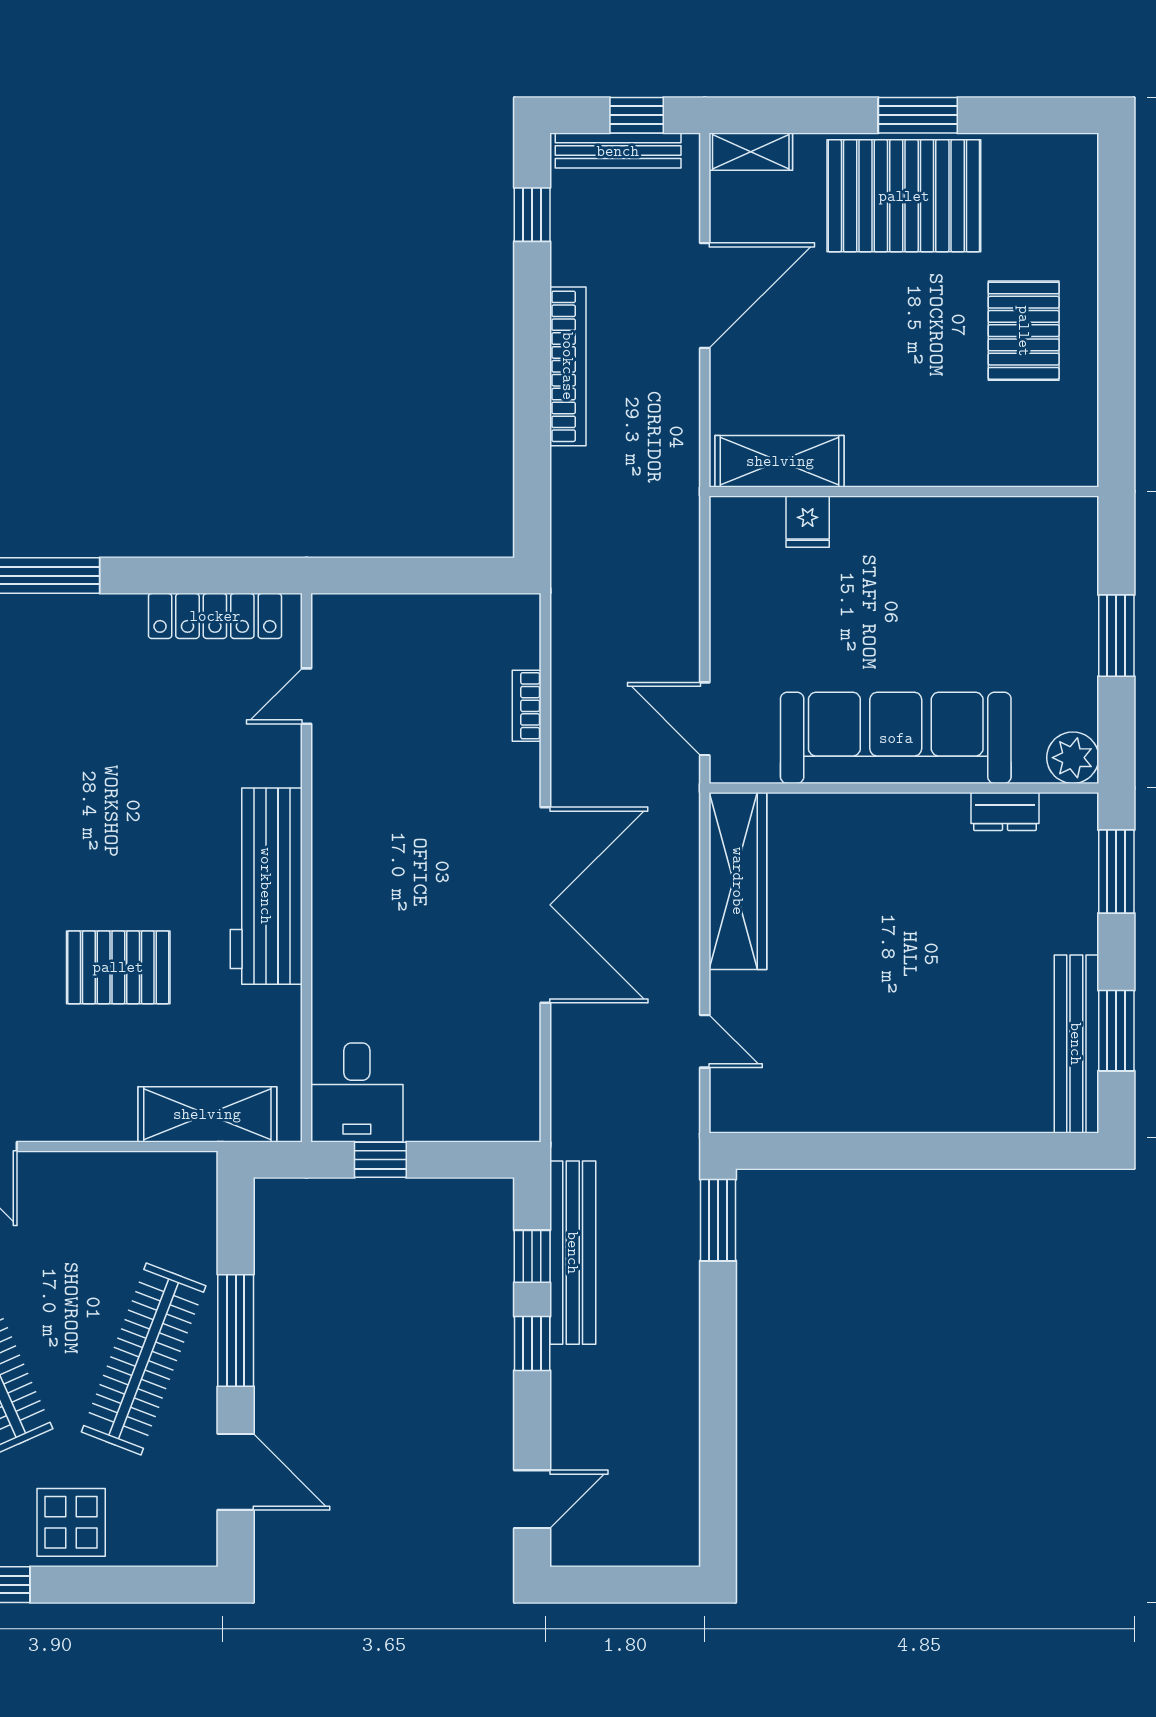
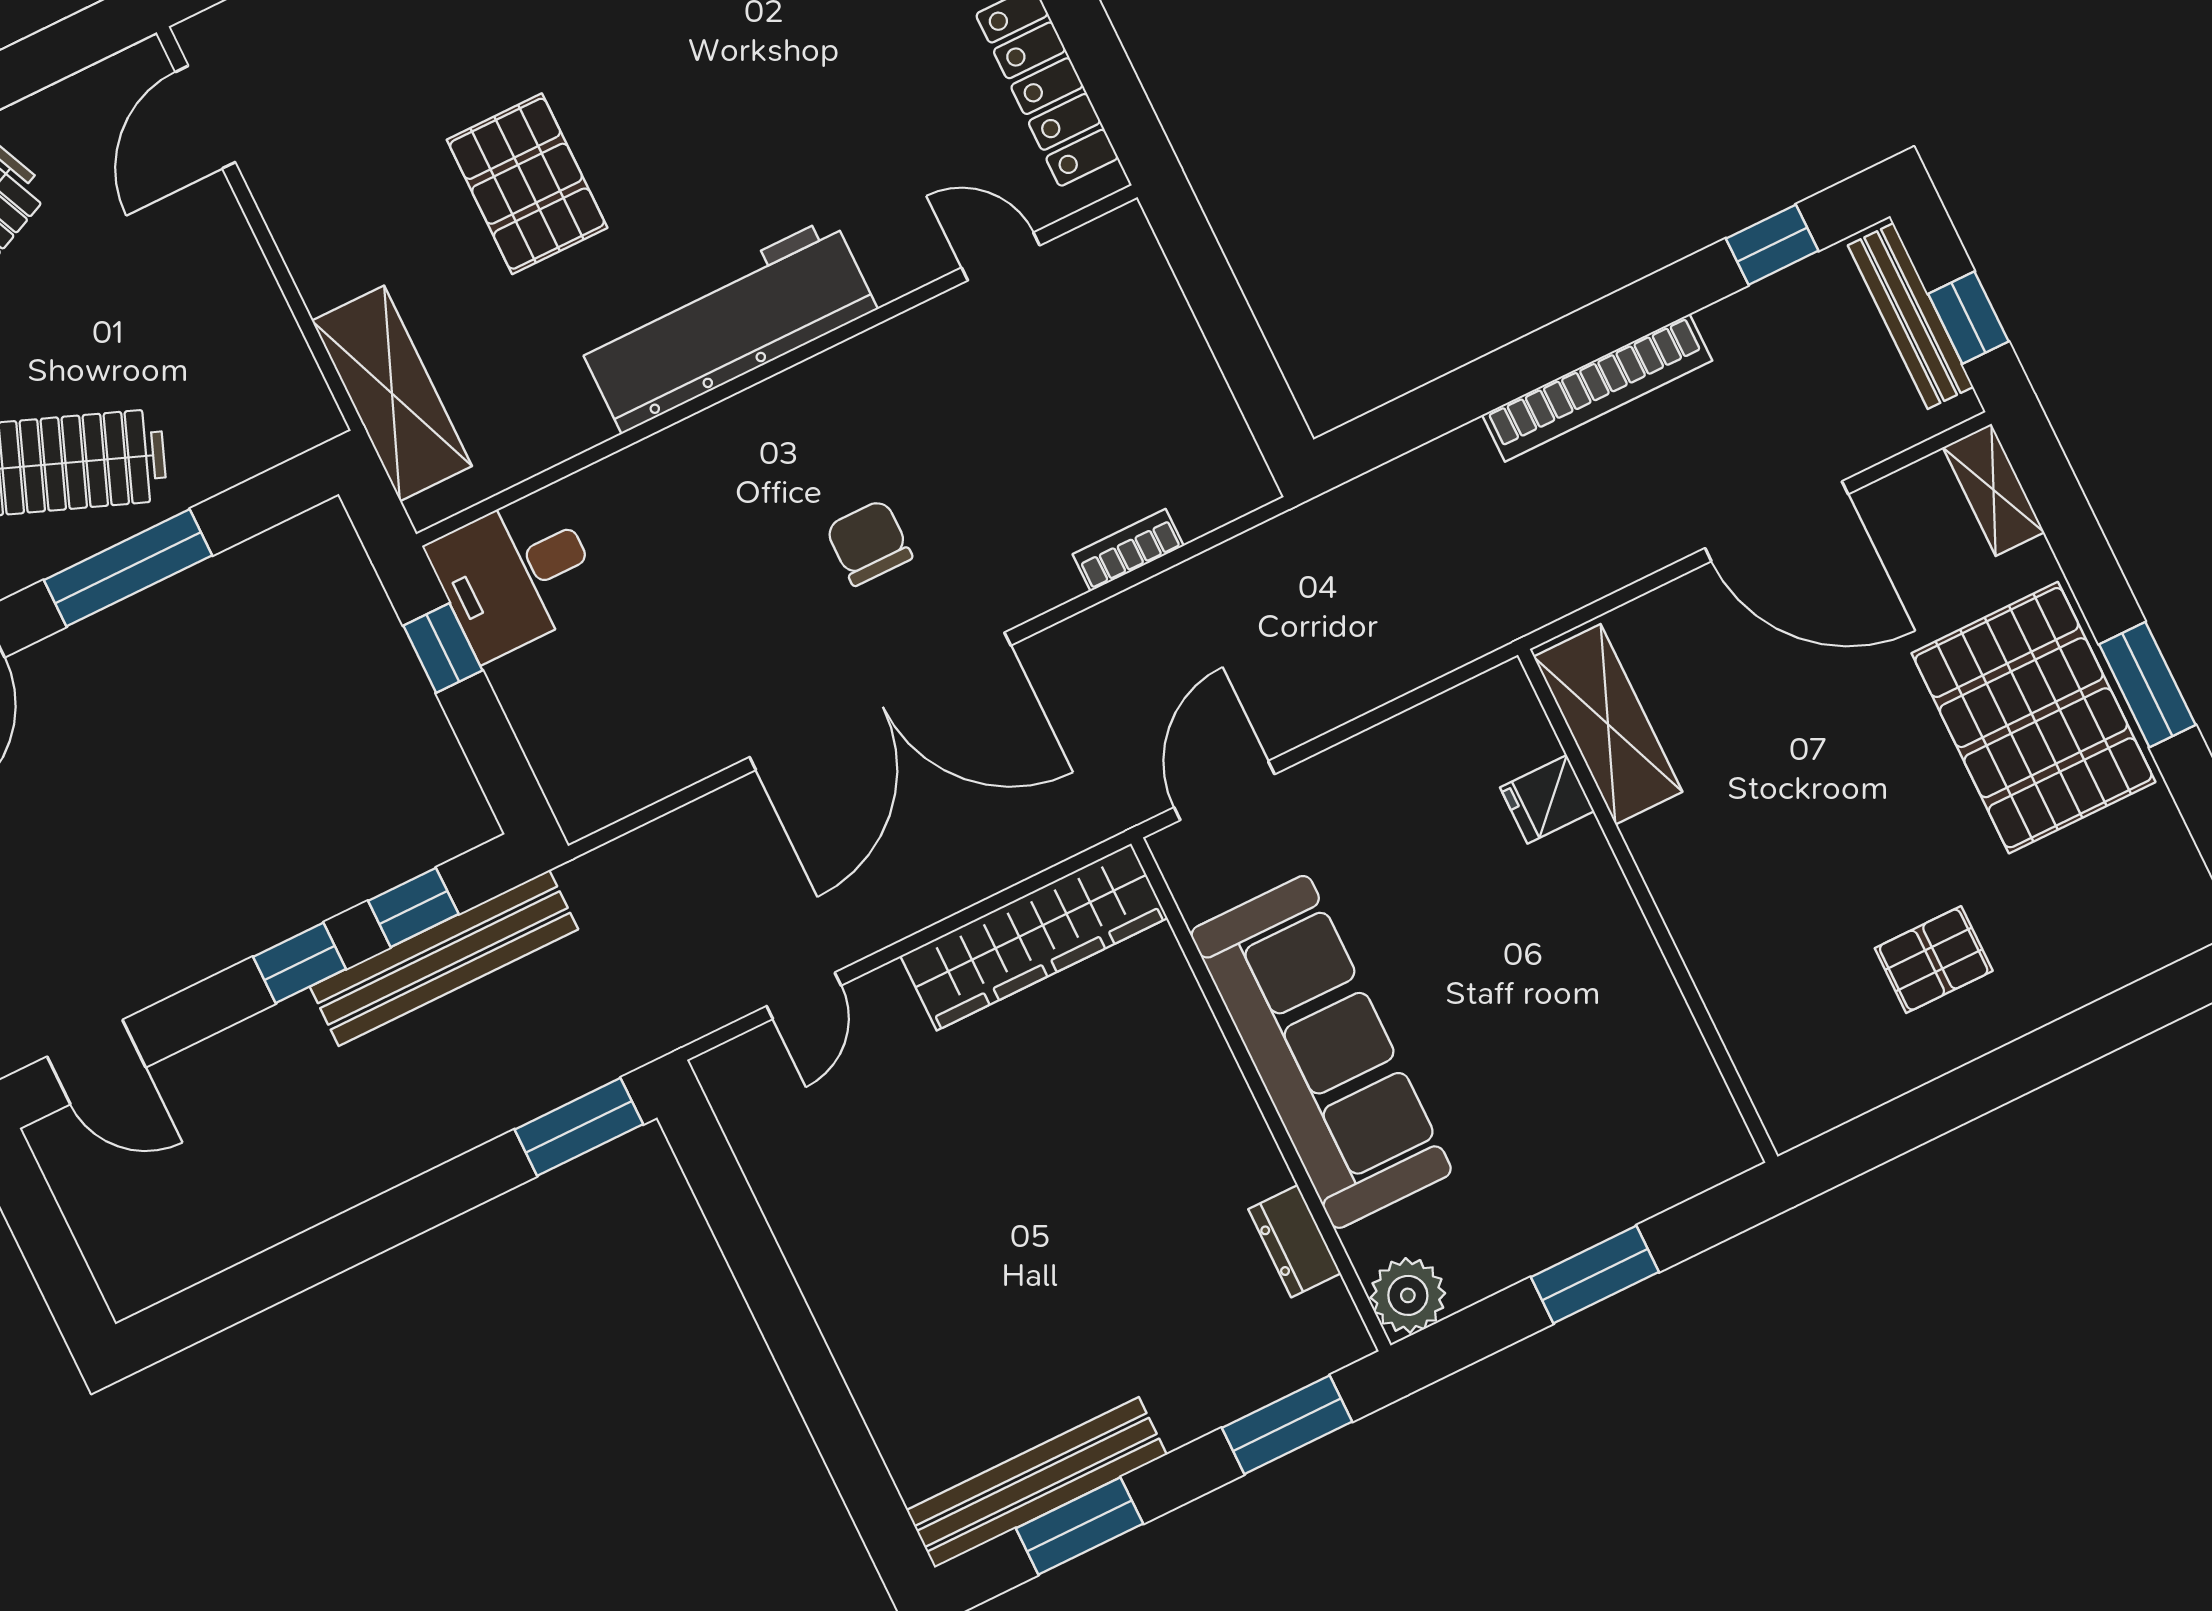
pallet: (1024, 331) -> (1934, 960), width x0.67, depth x0.71
chair: (444, 864) -> (869, 543), added

